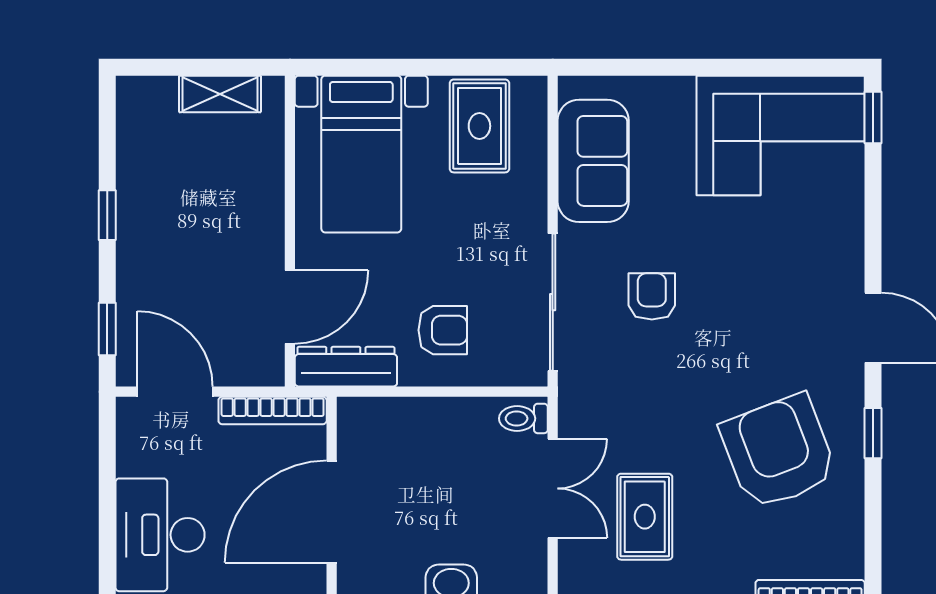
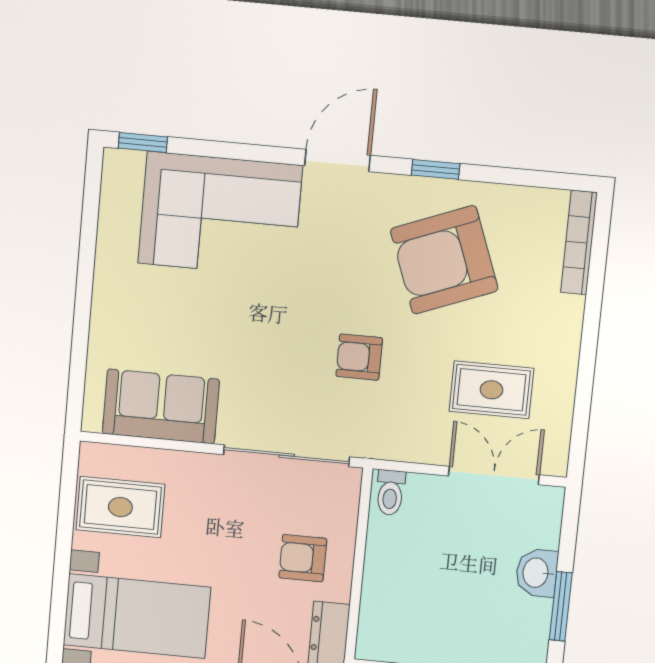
corner sofa: (781, 135) -> (220, 214), moved, turned 90
armchair: (652, 296) -> (359, 357), moved
armchair: (443, 330) -> (303, 558), turned -90
double door: (553, 488) -> (494, 475), moved

